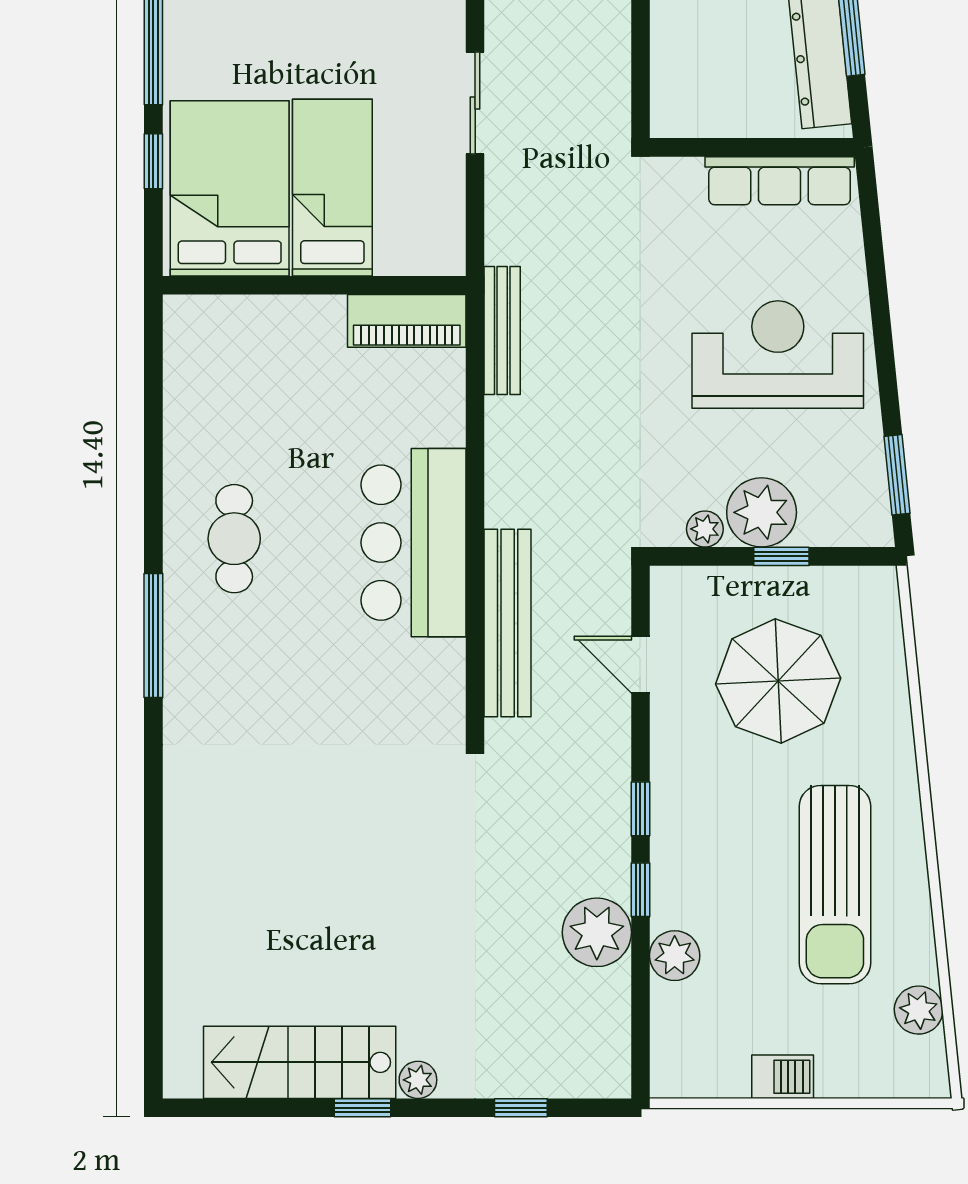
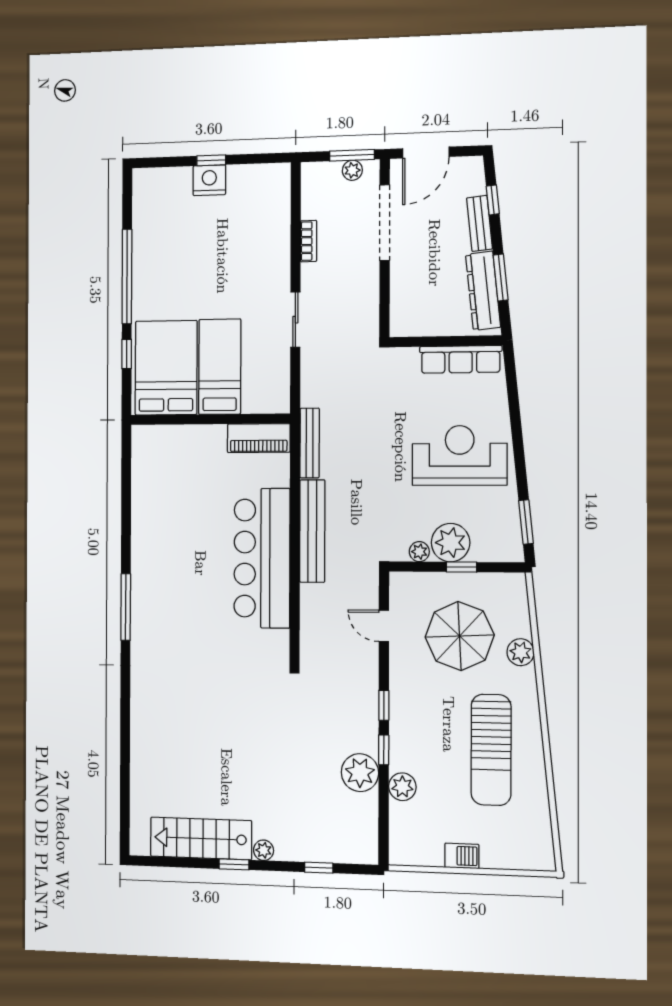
cafe table: (234, 539) -> (168, 555), removed
bar counter: (413, 543) -> (262, 558), width x1.36
bench: (508, 623) -> (312, 531), moved
plant: (919, 1010) -> (521, 652), moved

